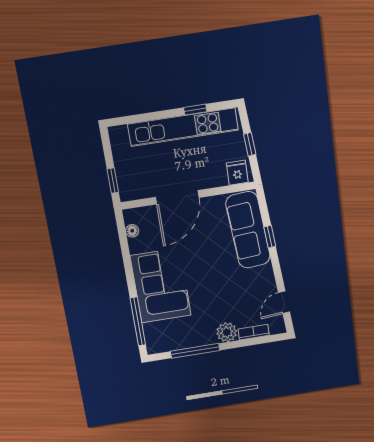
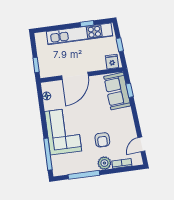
sofa: (248, 230) -> (117, 91), width x0.73
window: (270, 237) -> (130, 90), moved
armchair: (223, 297) -> (102, 140), added

